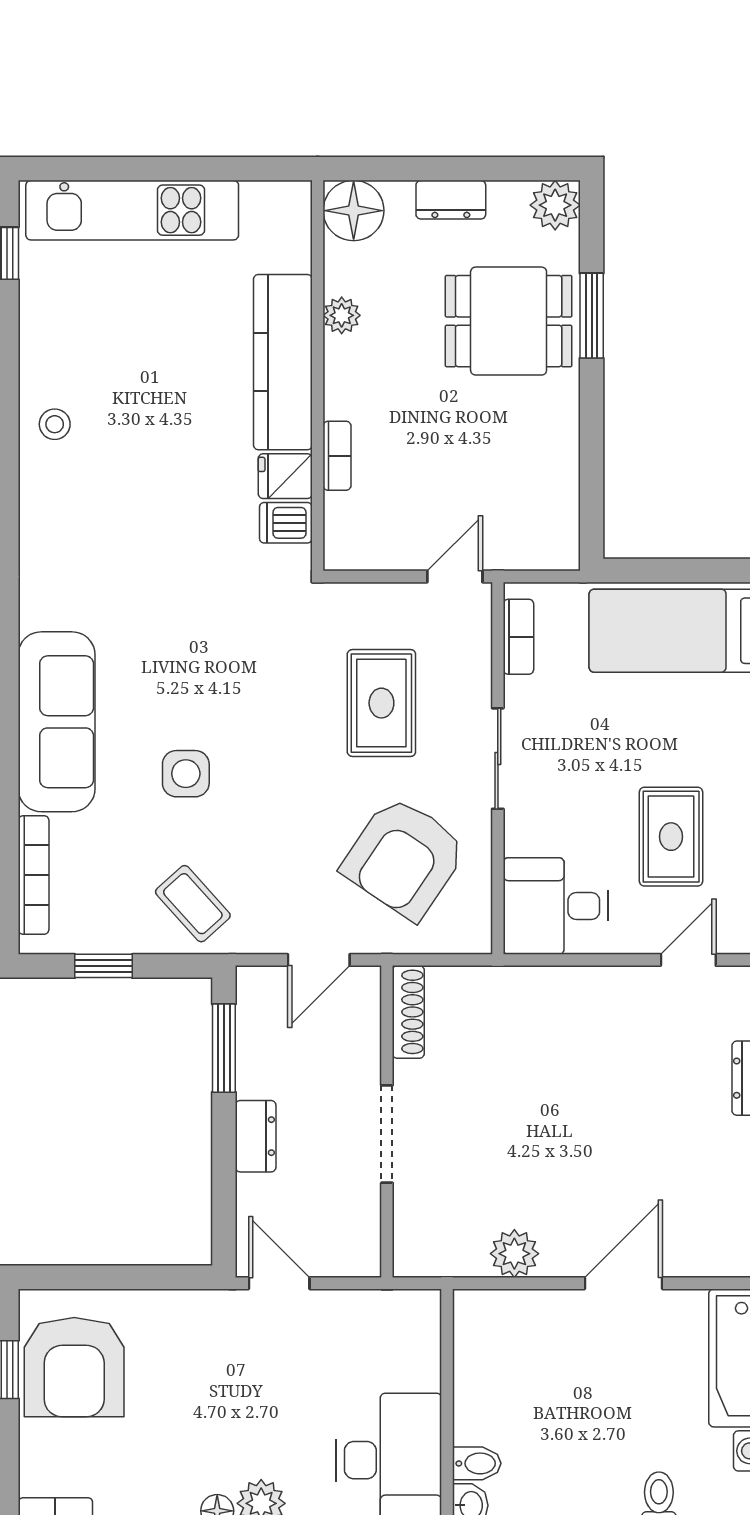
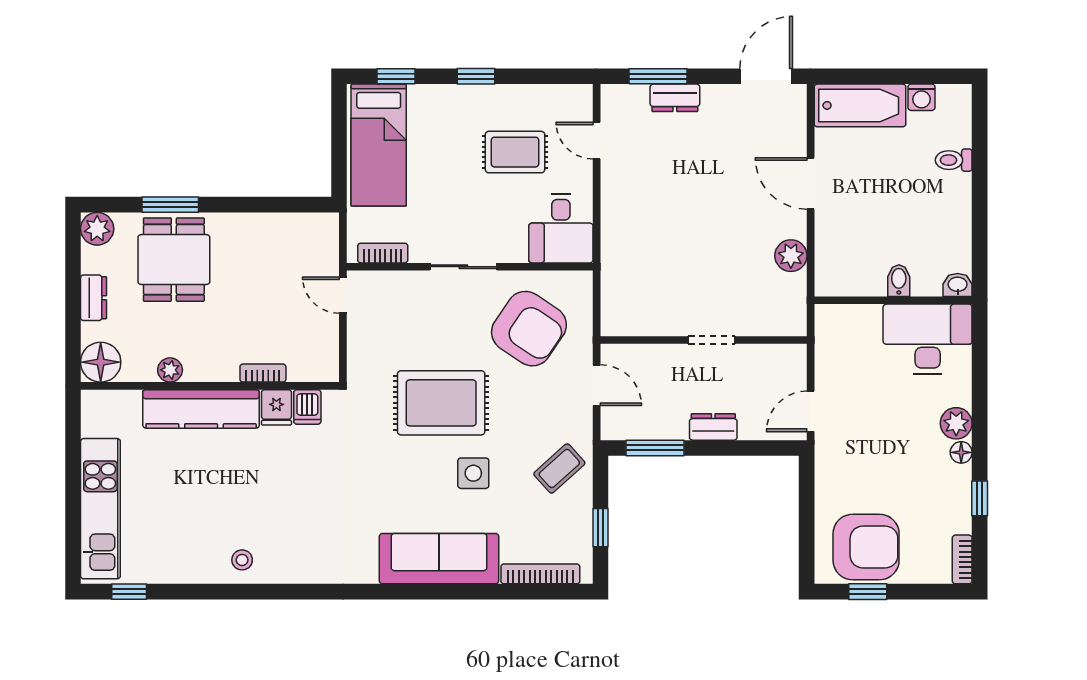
rug: (381, 703) -> (441, 403), moved, width x1.36, depth x1.43
shoe rack: (408, 1012) -> (631, 326), removed
doorway: (387, 1134) -> (712, 340), width x0.73
bidet: (477, 1463) -> (899, 281), moved

